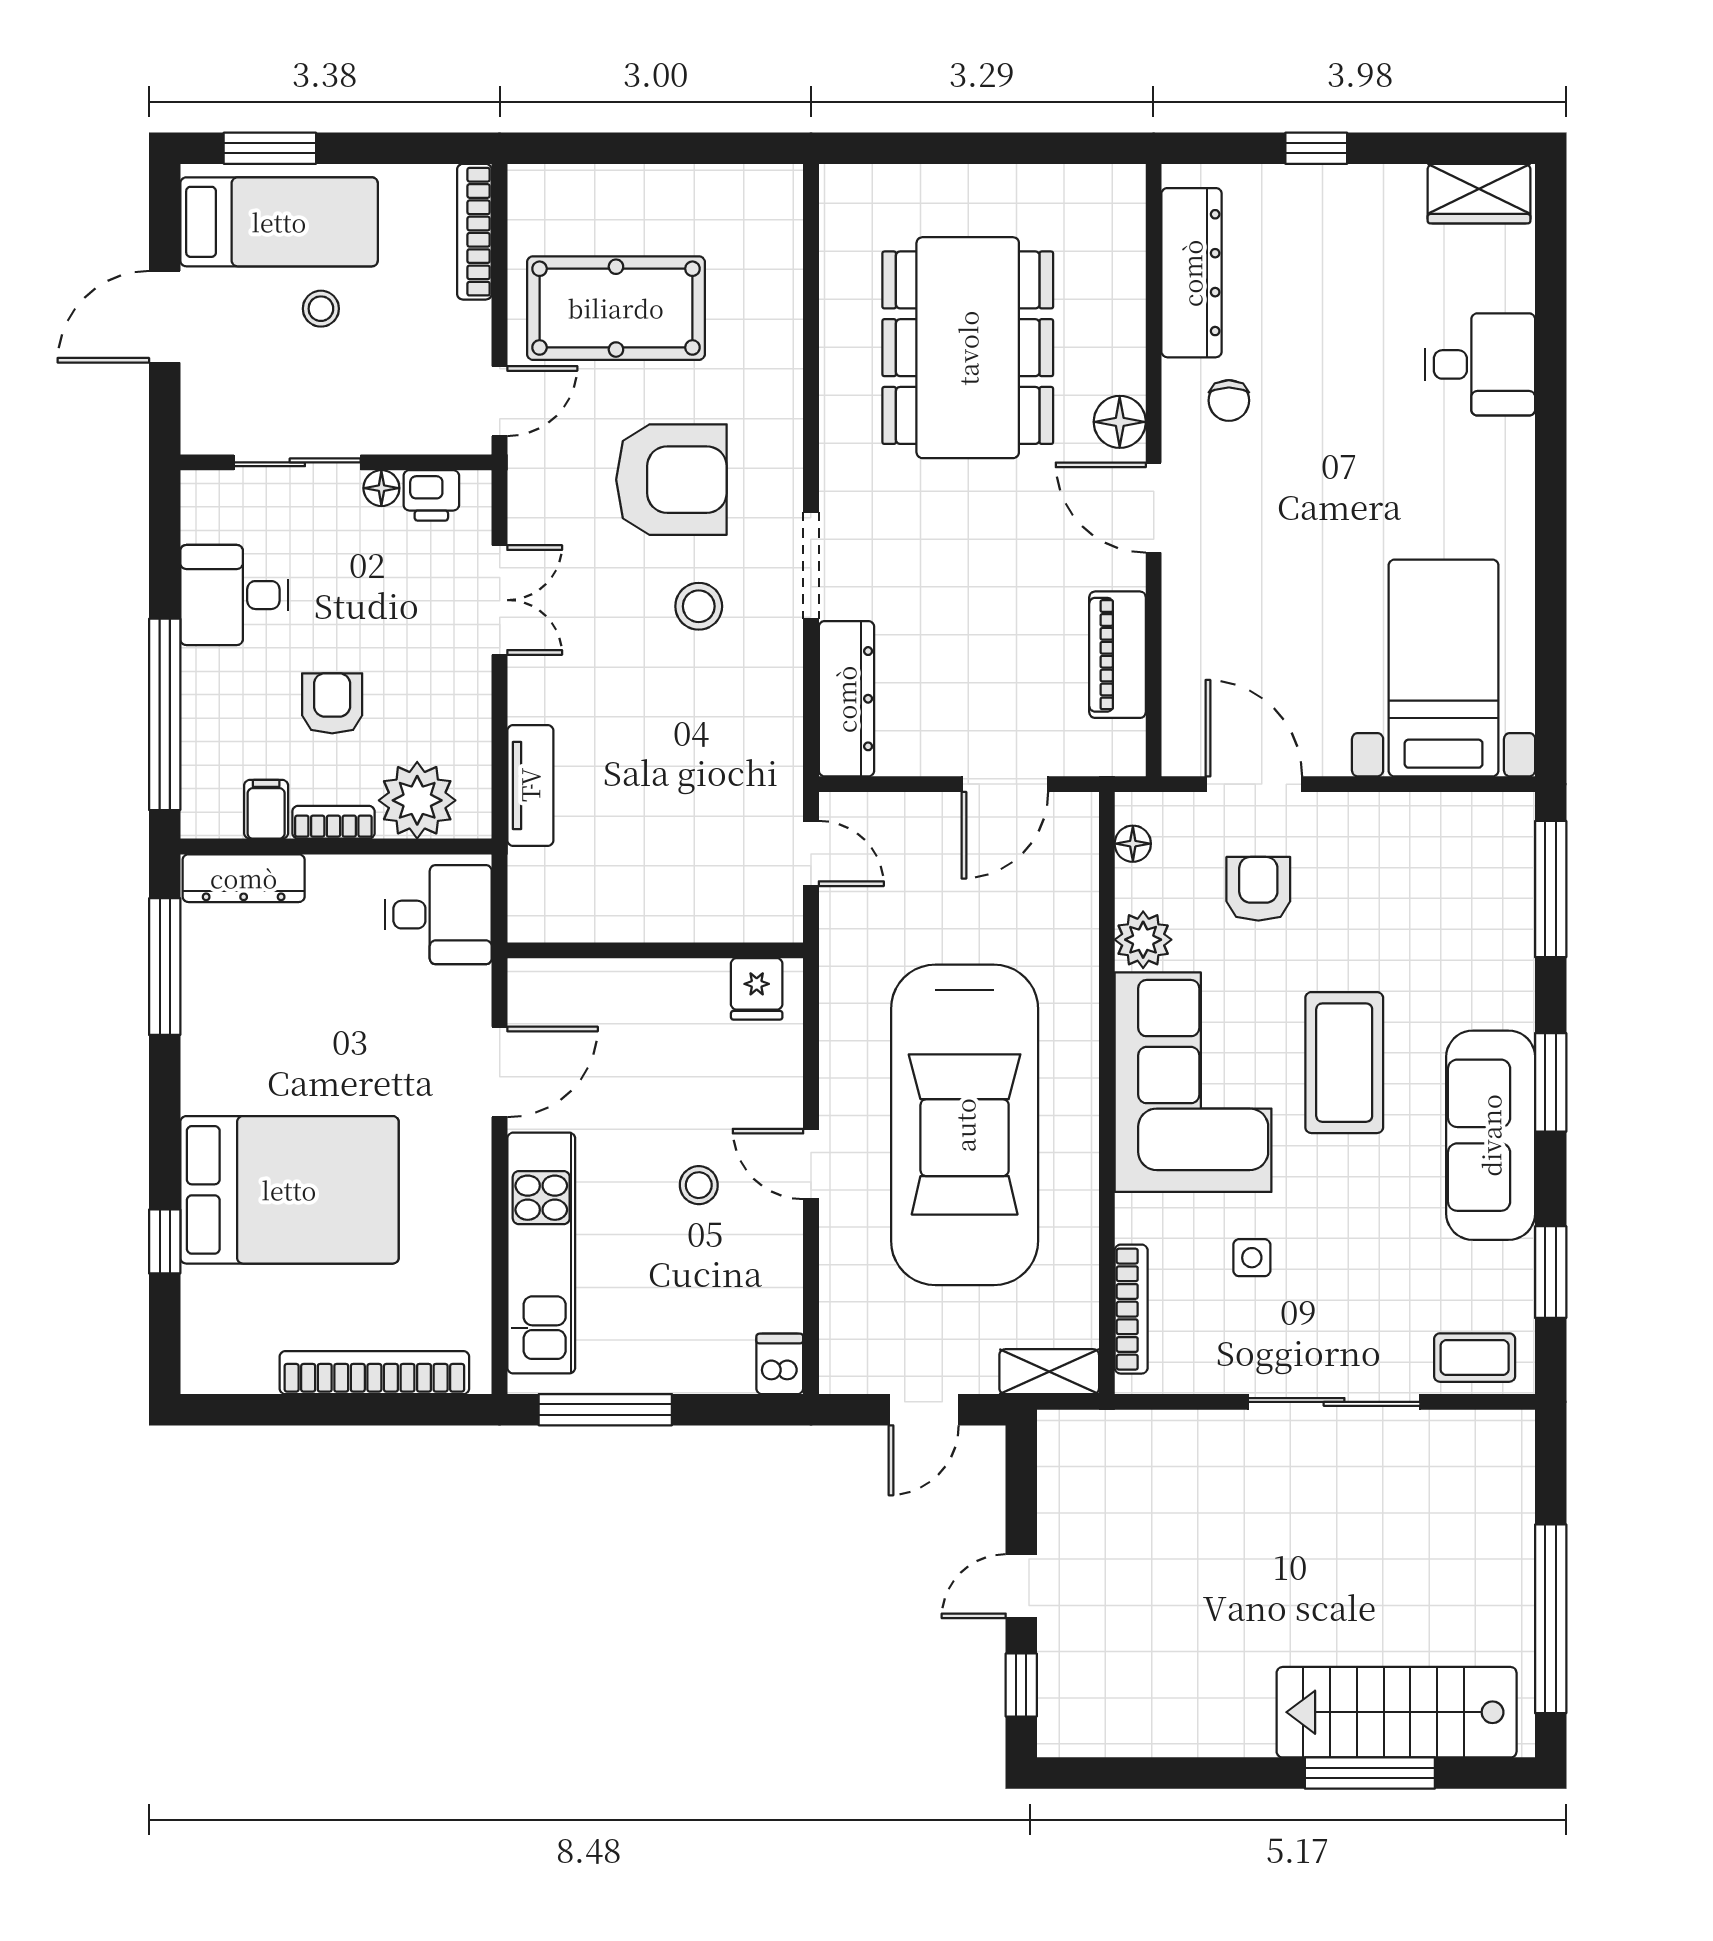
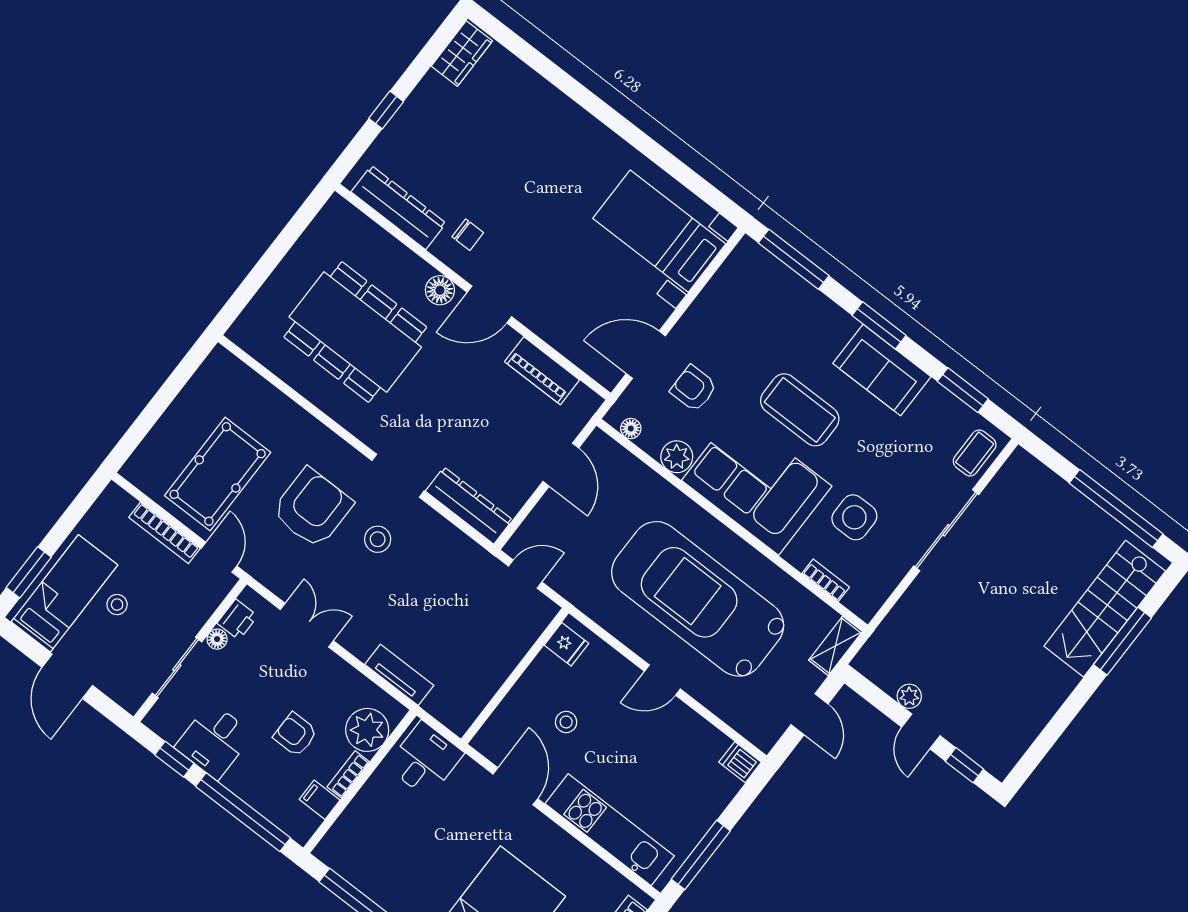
bookcase: (474, 232) -> (164, 533), moved
desk: (1480, 364) -> (538, 111), removed
window: (165, 559) -> (174, 759), added
dresser: (244, 878) -> (342, 833), removed
car: (965, 1125) -> (698, 599), turned 180
sofa: (1491, 1135) -> (882, 370), width x0.73
stool: (699, 1185) -> (566, 722), moved
side table: (1252, 1258) -> (854, 517), width x1.87, depth x1.87
bookcase: (1131, 1309) -> (826, 580), width x0.64
plant: (1058, 1531) -> (909, 696), added

